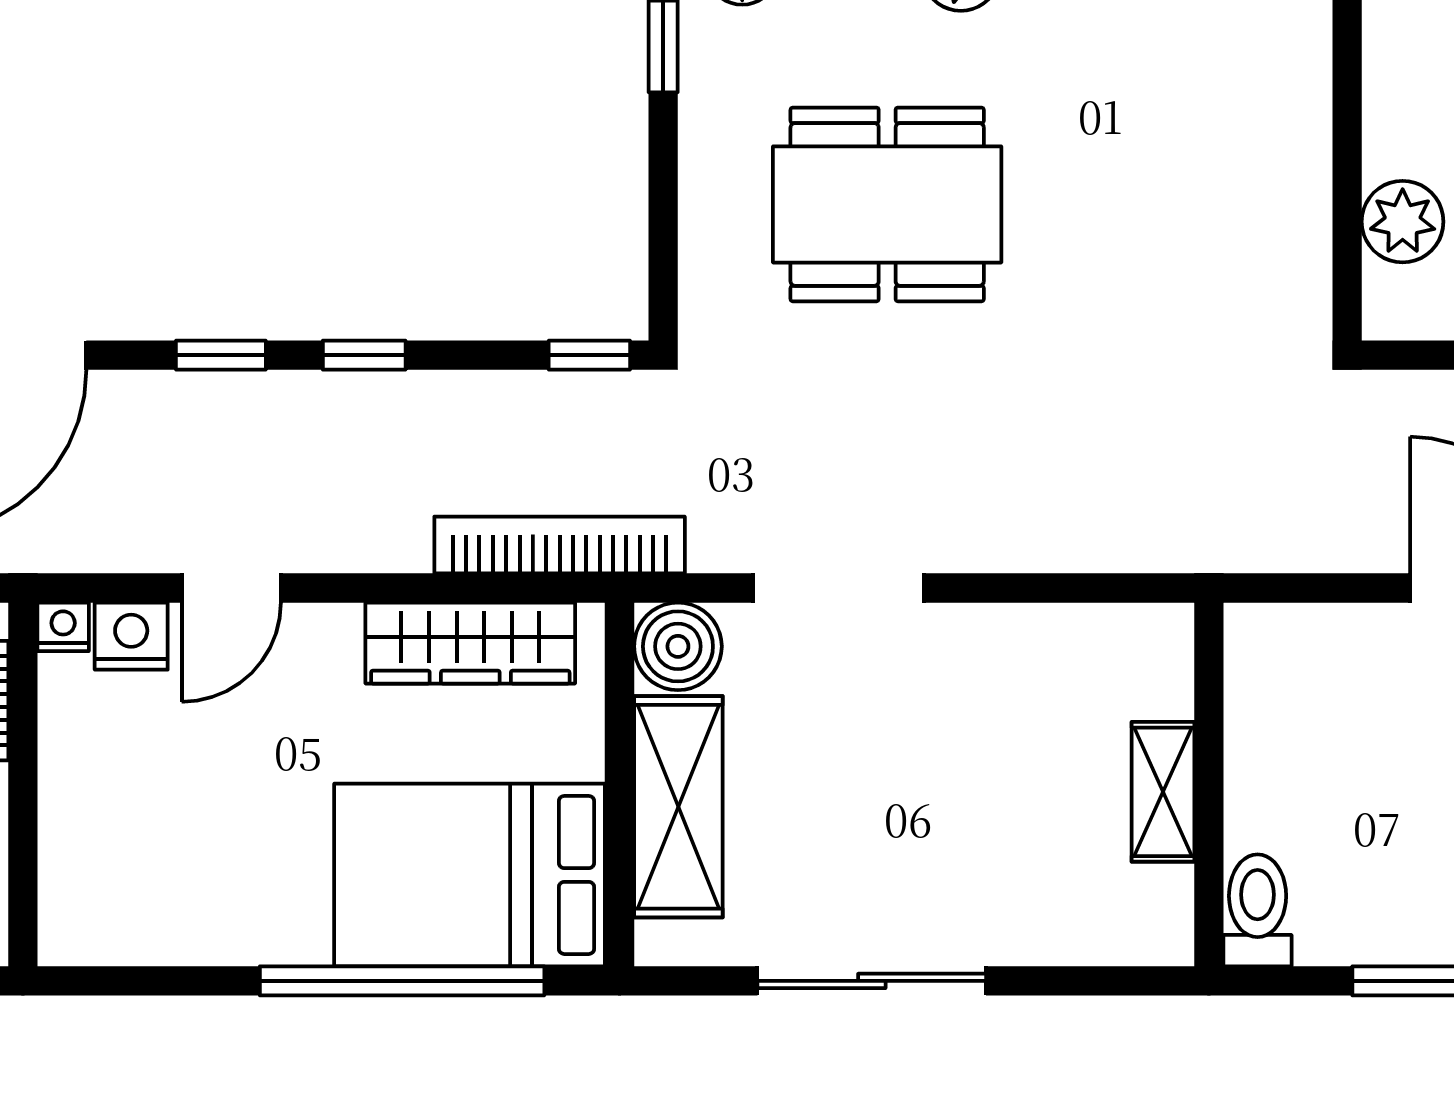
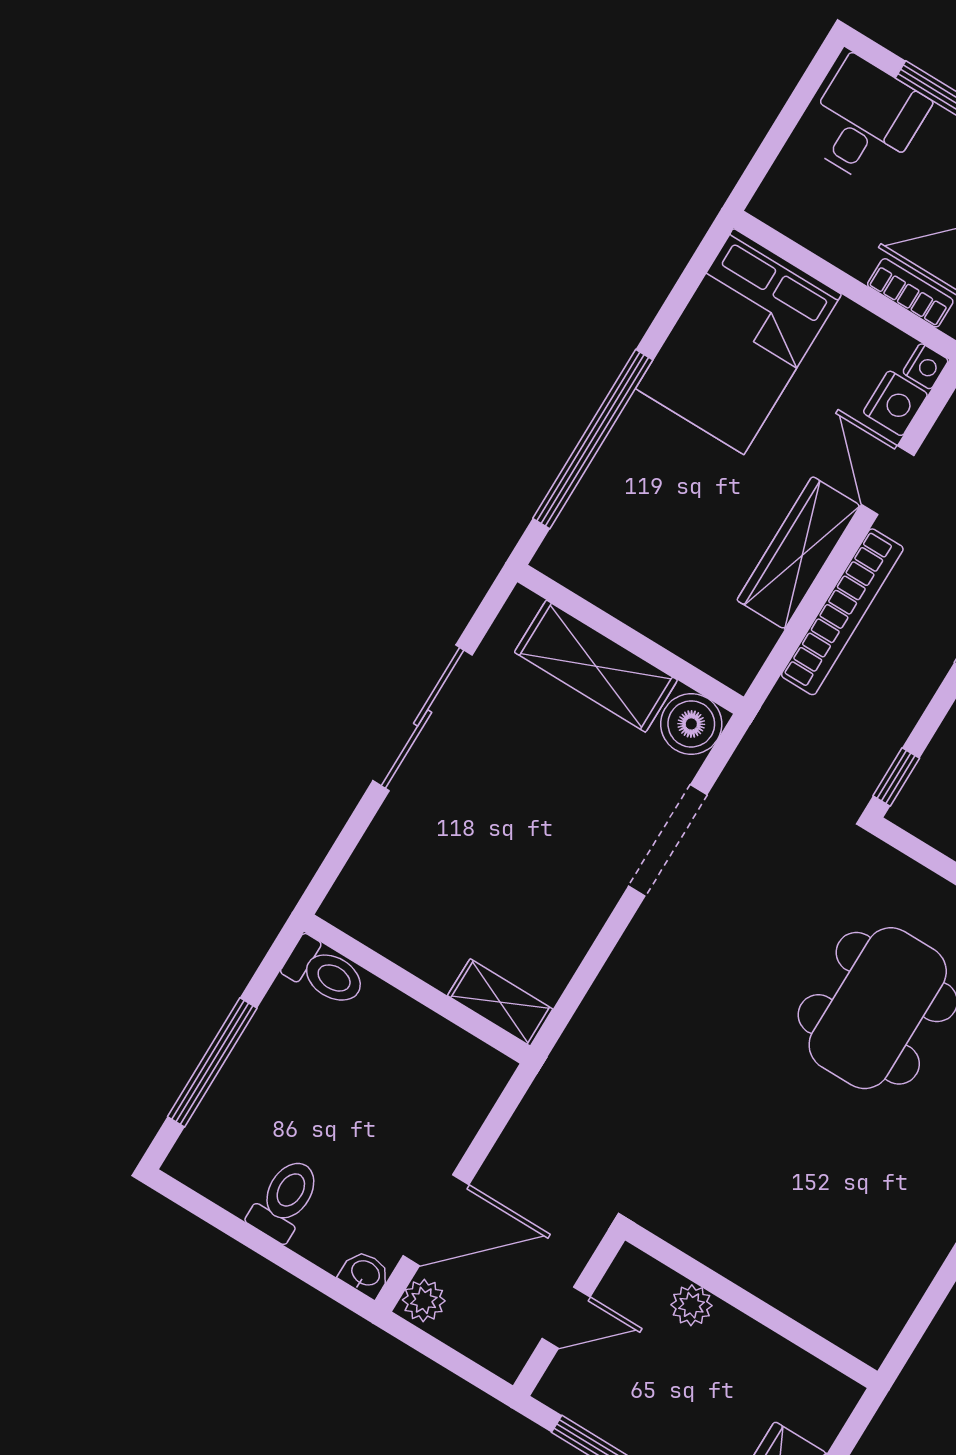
plant: (1403, 222) -> (691, 1305), width x0.73, depth x0.73
bookcase: (560, 545) -> (842, 612), moved
wardrobe: (470, 643) -> (798, 553), moved
shelving: (1163, 792) -> (500, 1002), moved
bed: (470, 875) -> (739, 341), moved, turned 180

